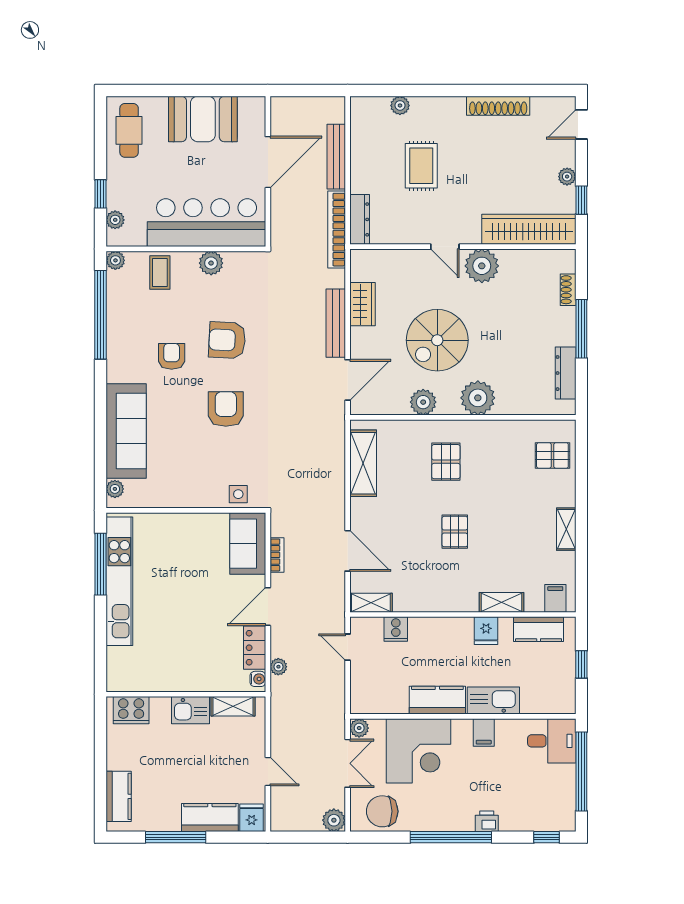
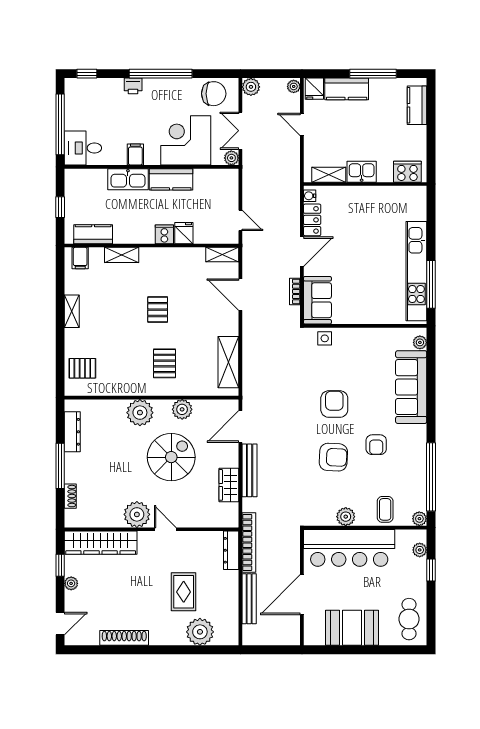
plant: (400, 105) -> (200, 632), width x1.87, depth x1.87
armchair: (226, 409) -> (334, 404), turned 180
cooker: (396, 629) -> (164, 234), moved
fridge: (486, 631) -> (184, 233), moved
plant: (278, 667) -> (294, 86), moved

